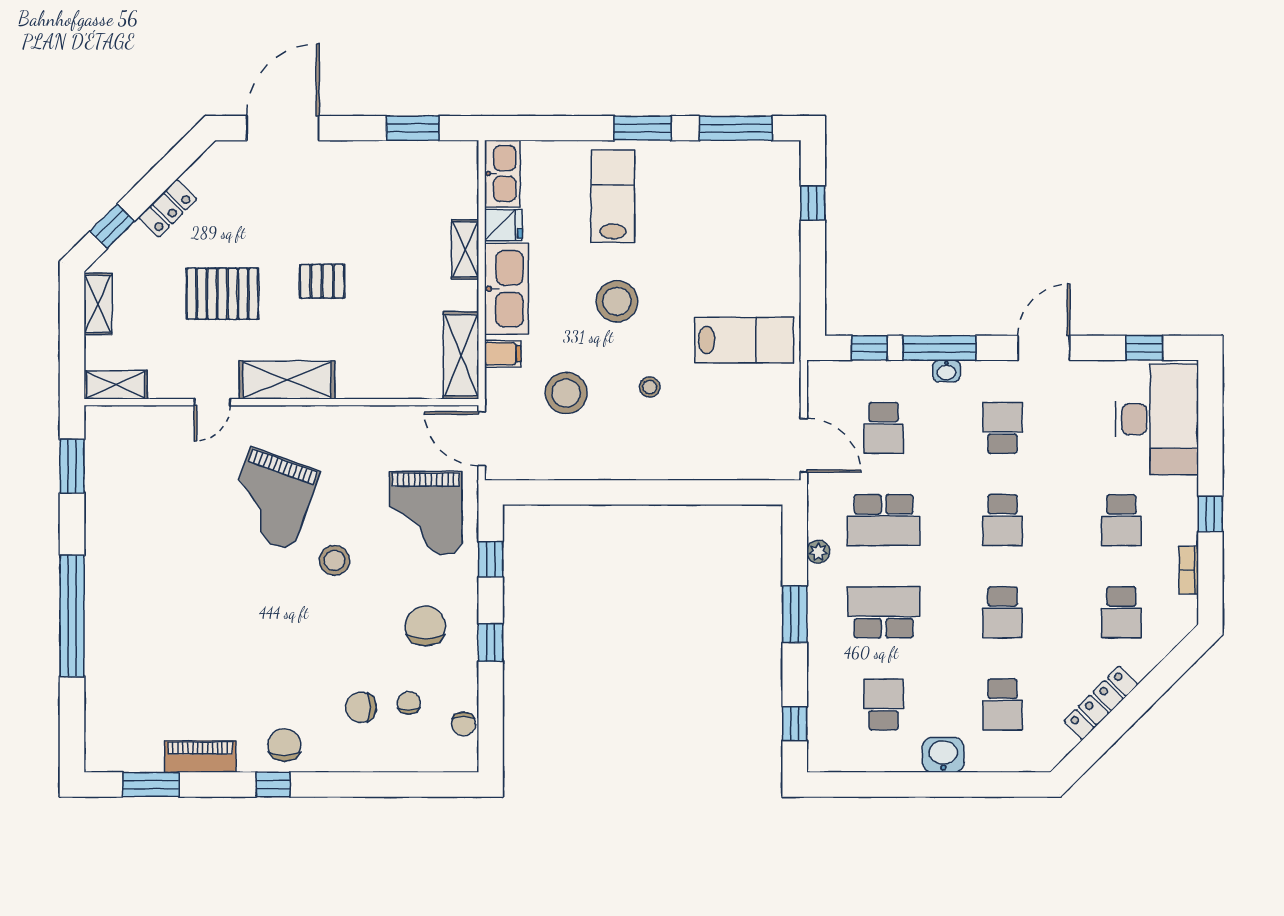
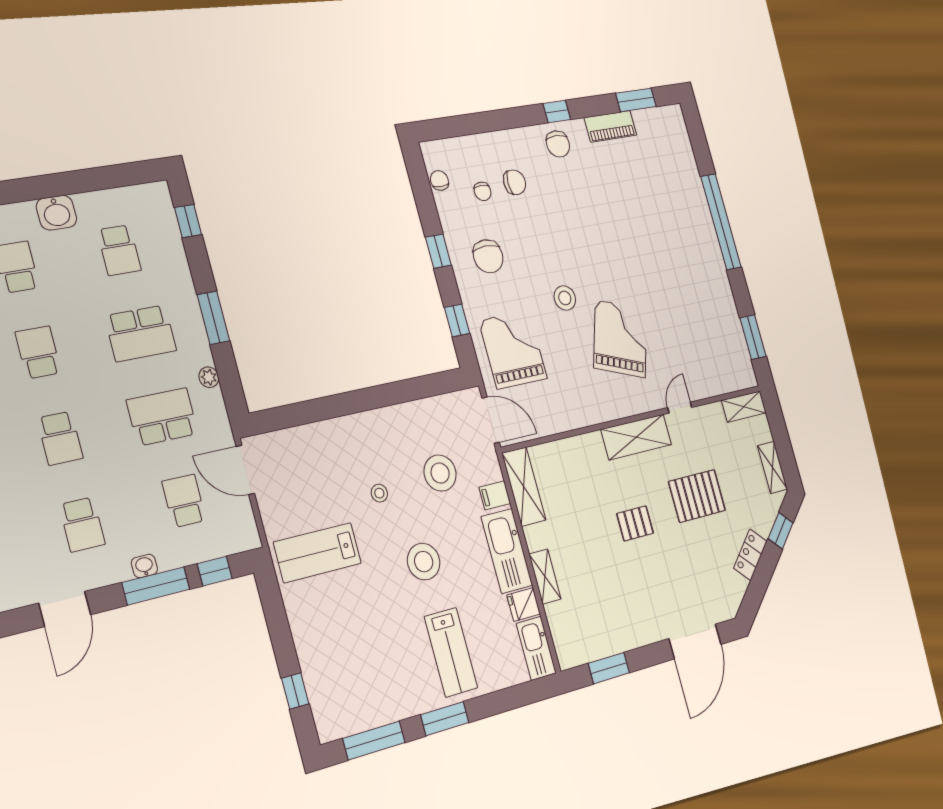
school desk: (1003, 520) -> (60, 438), turned 180

